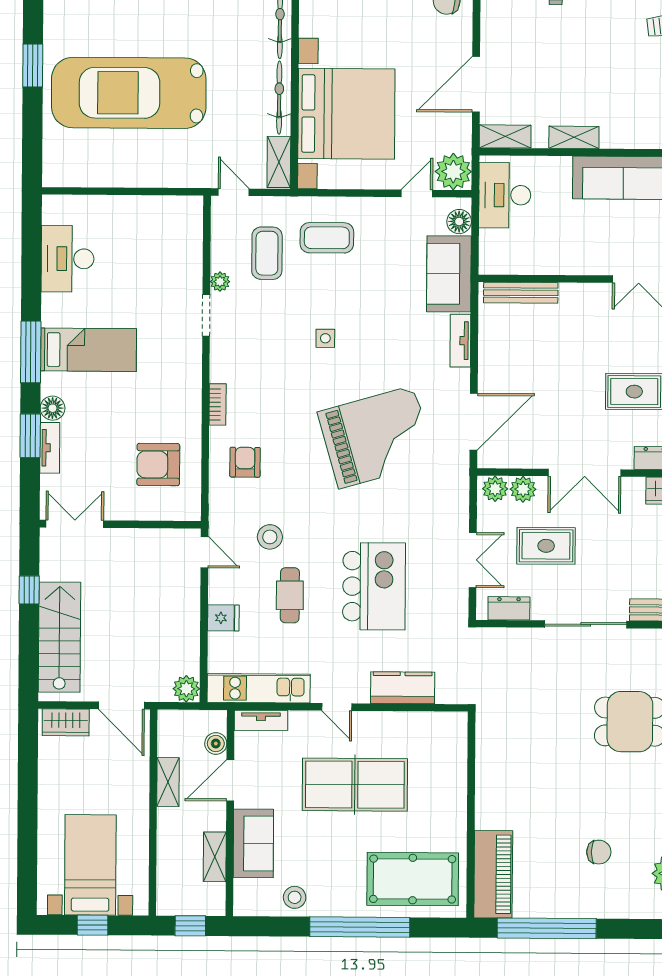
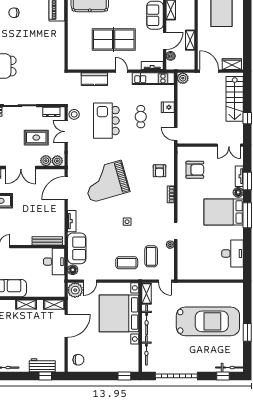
desk: (505, 195) -> (54, 262), moved
bed: (88, 350) -> (224, 212), width x1.50
double door: (585, 473) -> (21, 168), swing flipped
stool: (270, 537) -> (74, 114), moved

